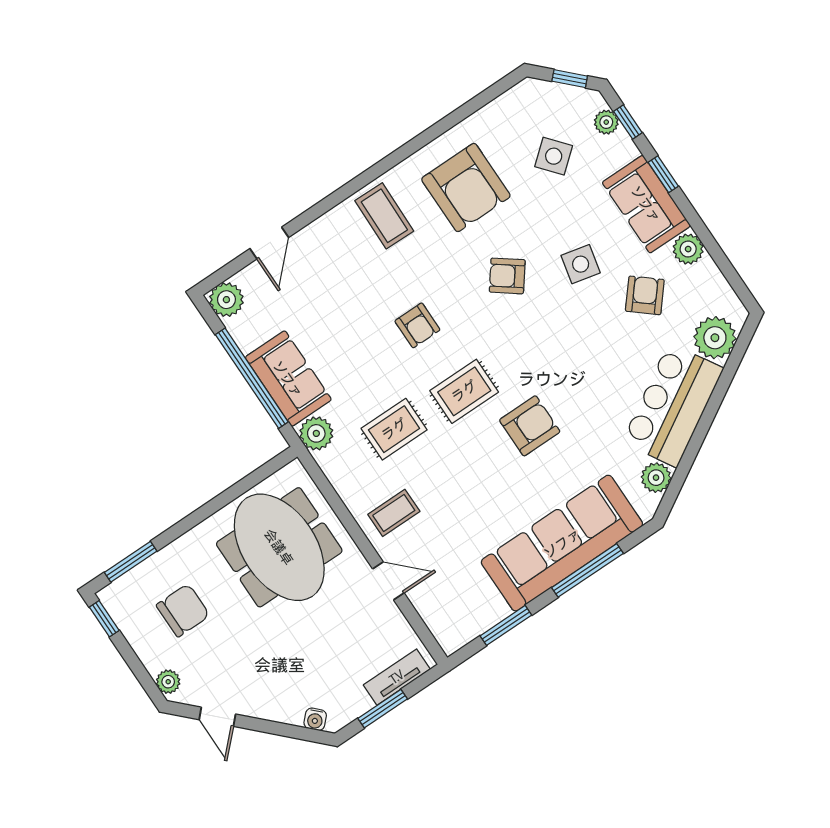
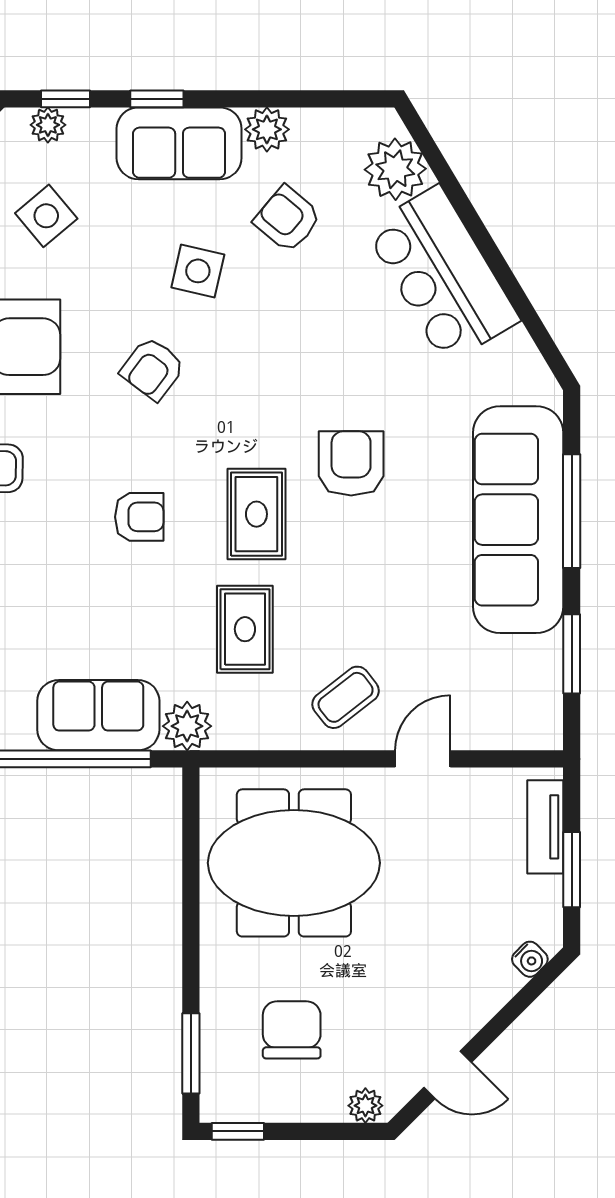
plant: (656, 478) -> (516, 353), removed
coffee table: (394, 513) -> (346, 697), turned 52

